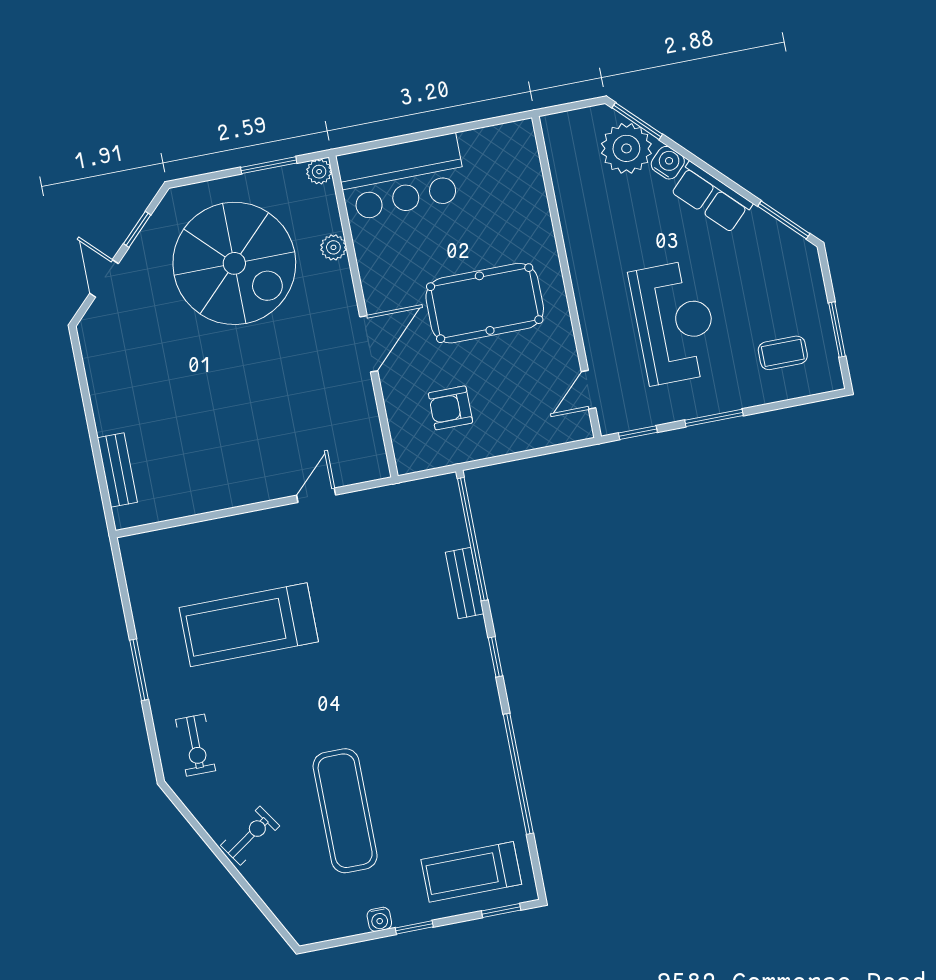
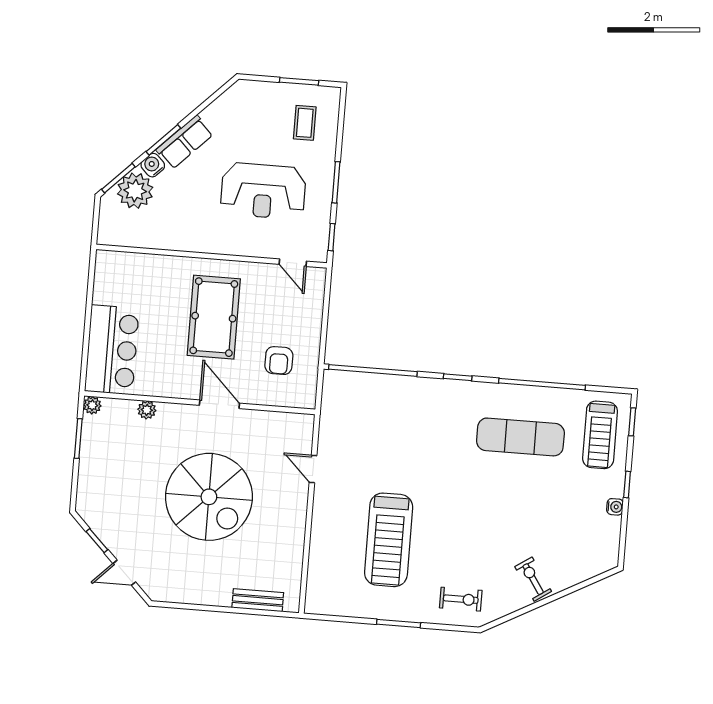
window: (784, 220) -> (163, 140), moved
spiral stairs: (234, 263) -> (209, 497), moved, turned 90
reception desk: (675, 322) -> (263, 191), turned 180
bench: (465, 583) -> (401, 384), removed
exercise mat: (345, 811) -> (520, 437), moved

